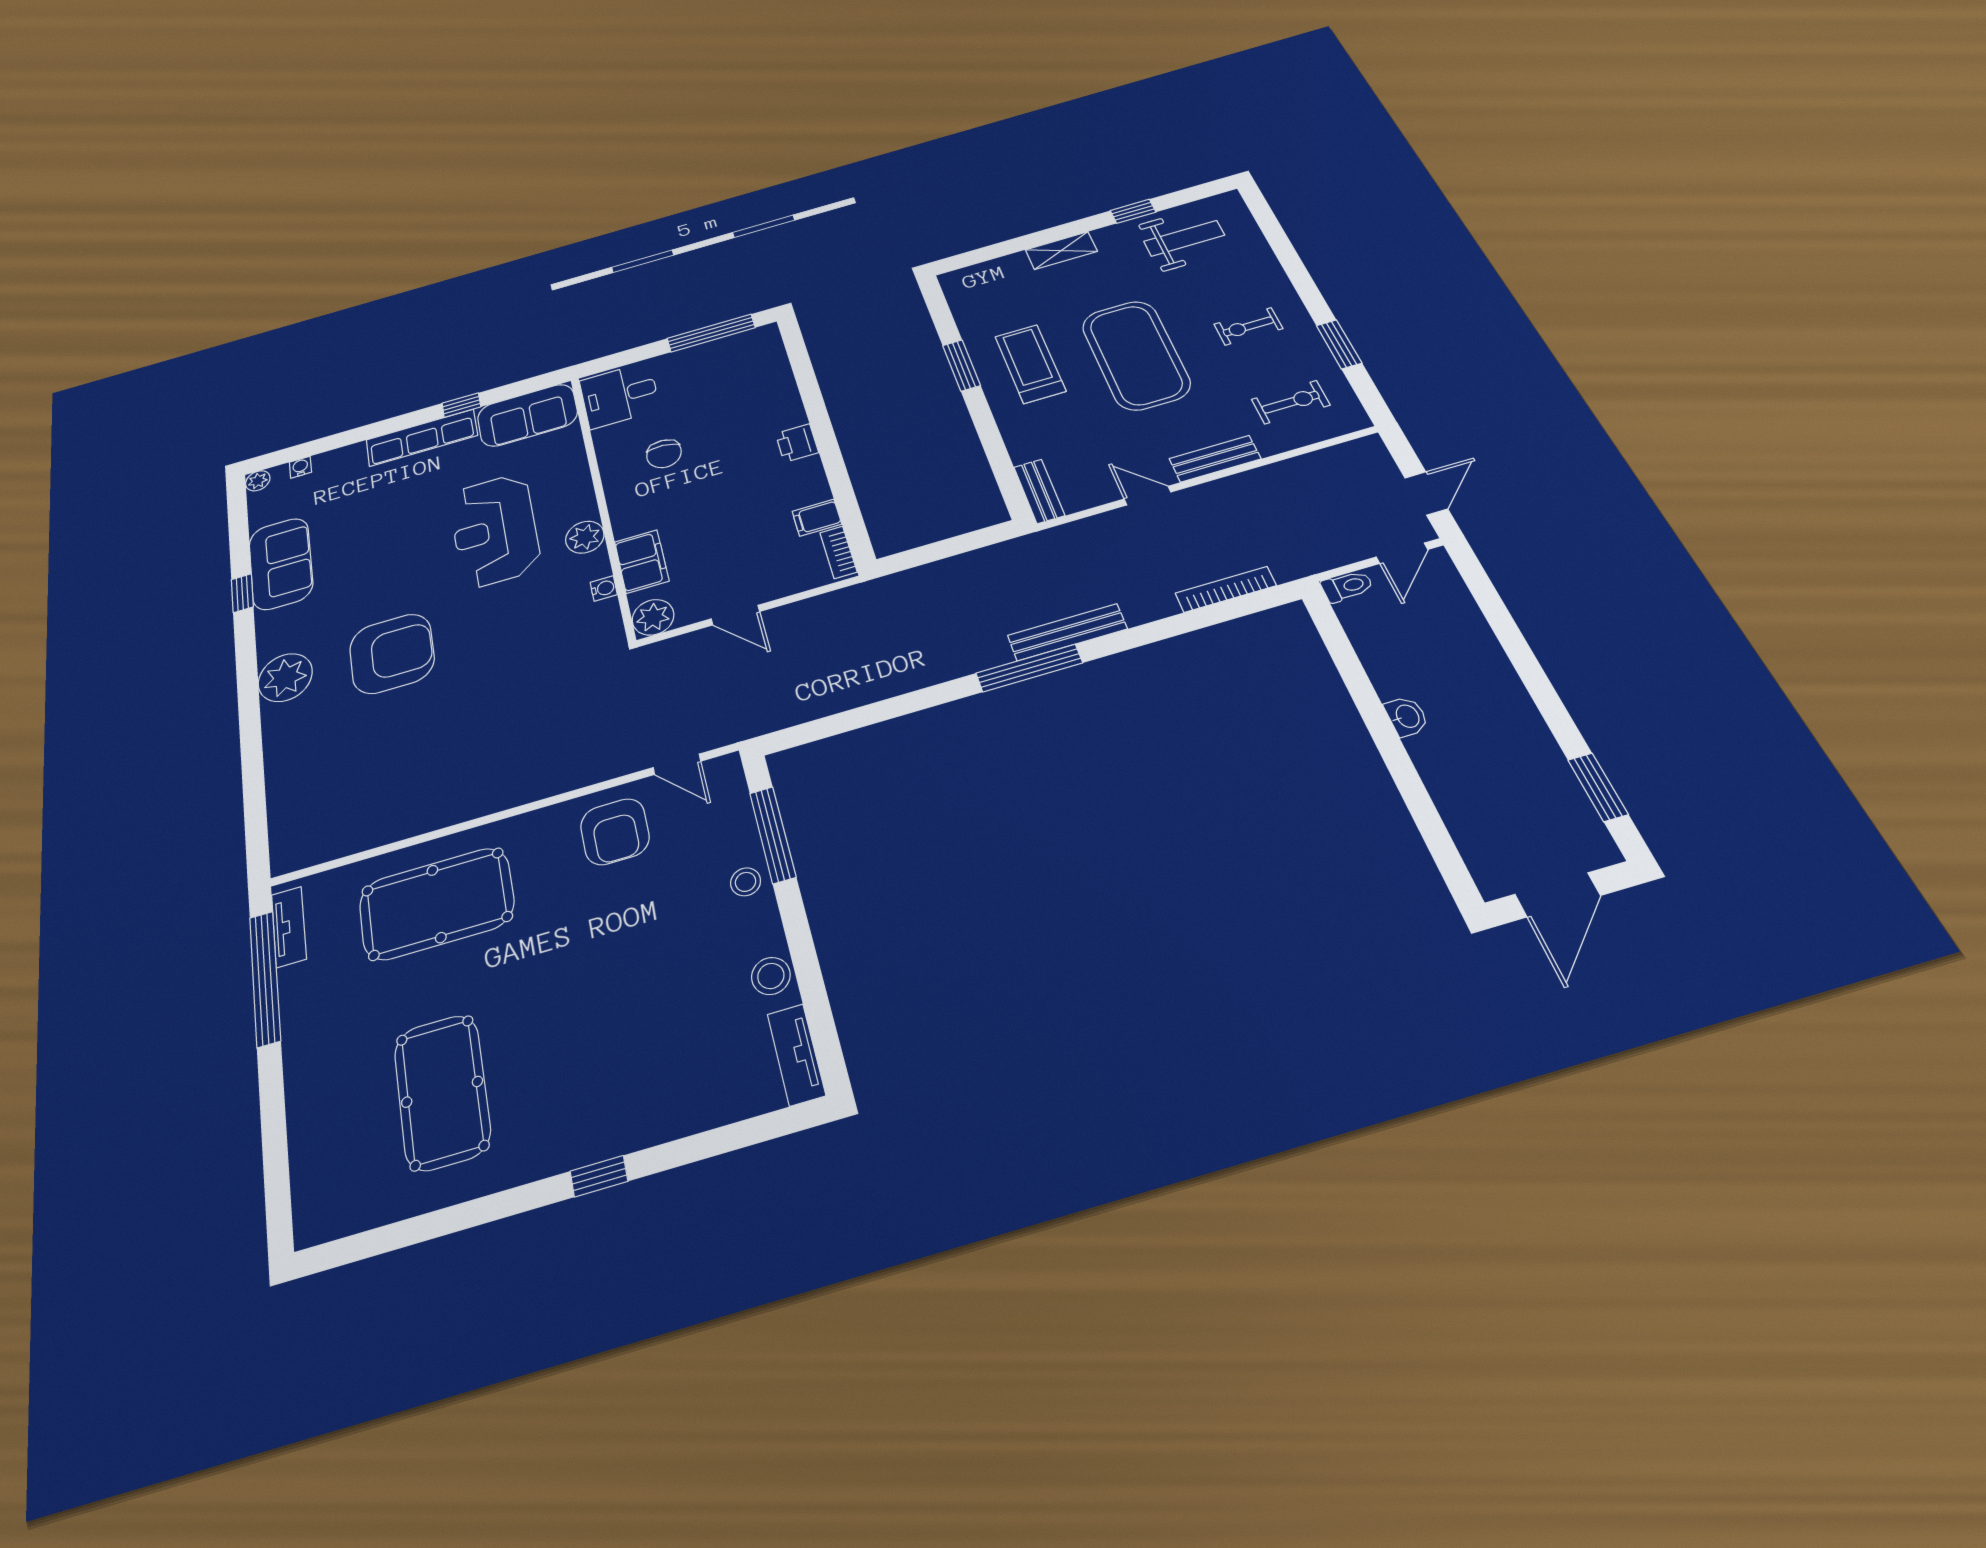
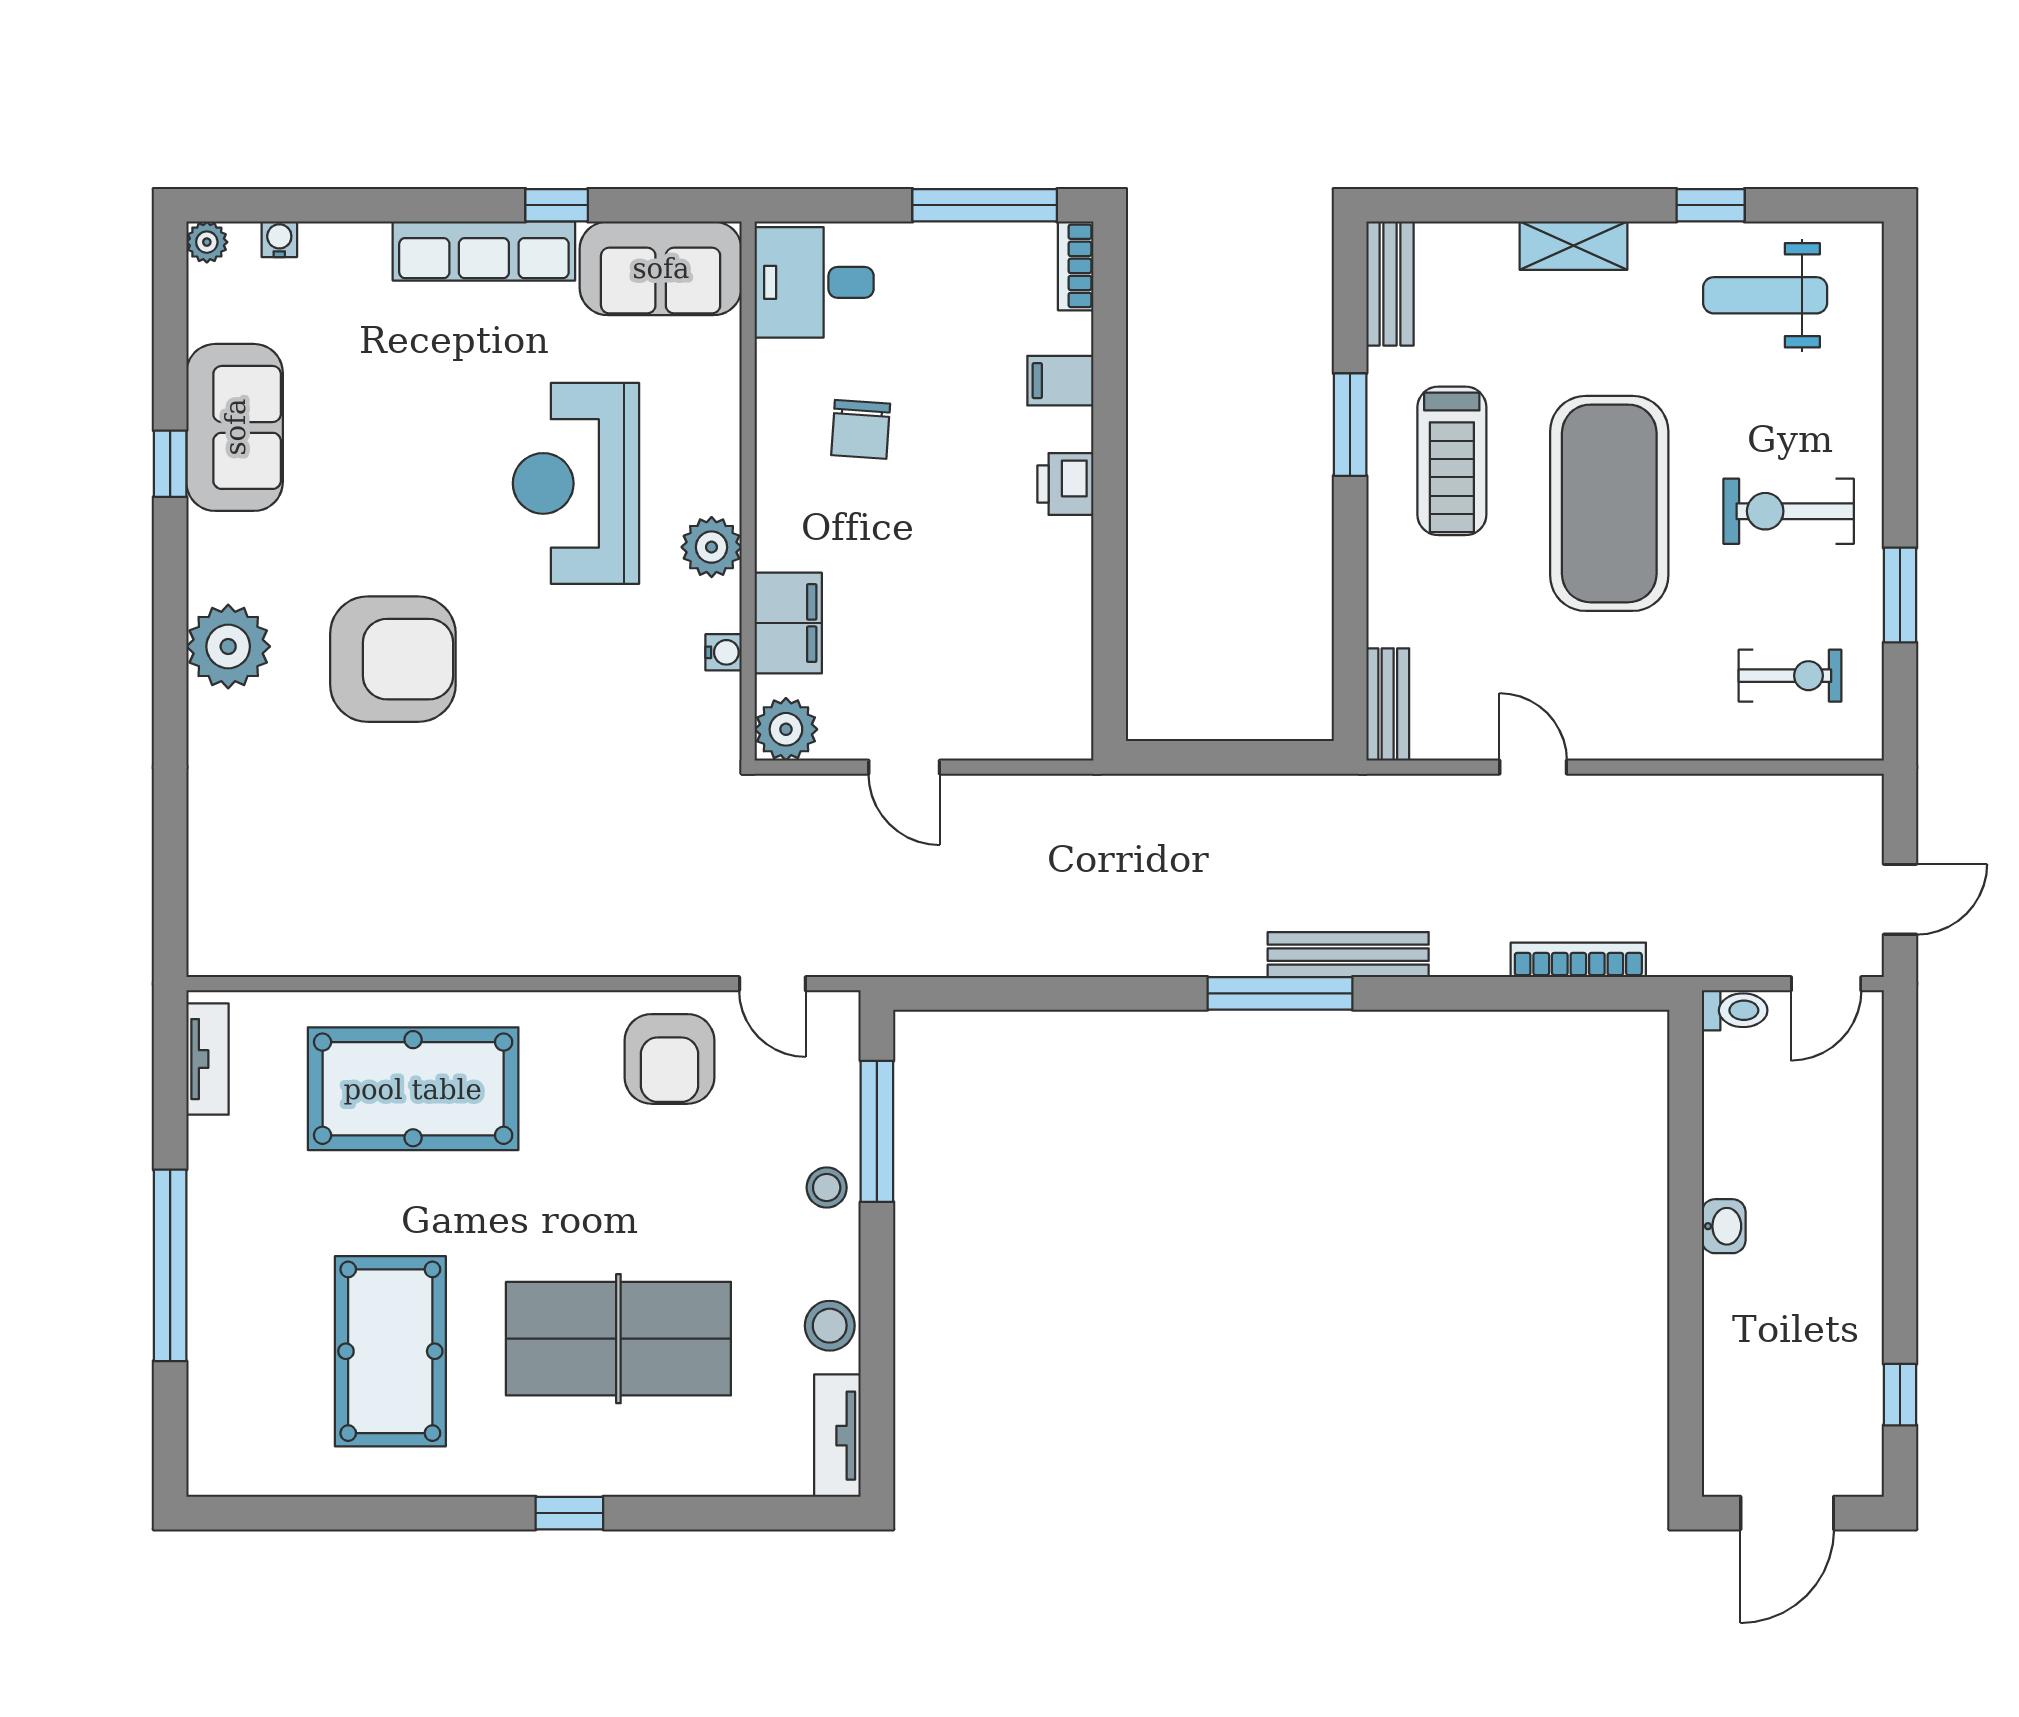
weight bench: (1184, 238) -> (1765, 295), turned 180
exercise bike: (1248, 326) -> (1789, 511), width x1.38, depth x1.39
treadmill: (1030, 364) -> (1452, 461), turned 180
bench: (1215, 459) -> (1390, 284), moved, turned 90
filing cabinet: (817, 518) -> (1060, 381), moved
bookcase: (838, 552) -> (1076, 266), moved
window: (1598, 787) -> (1900, 1395), width x0.67
window: (265, 978) -> (170, 1265), moved
table tennis table: (614, 1032) -> (618, 1339), added

